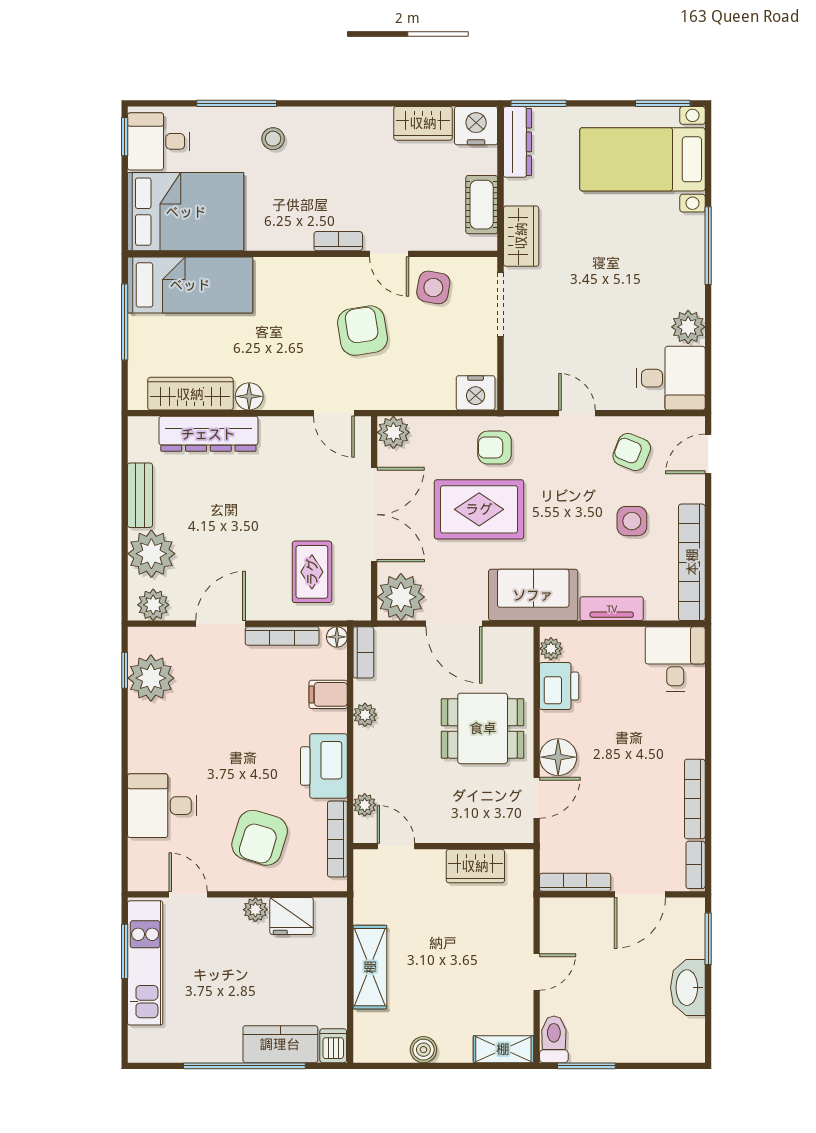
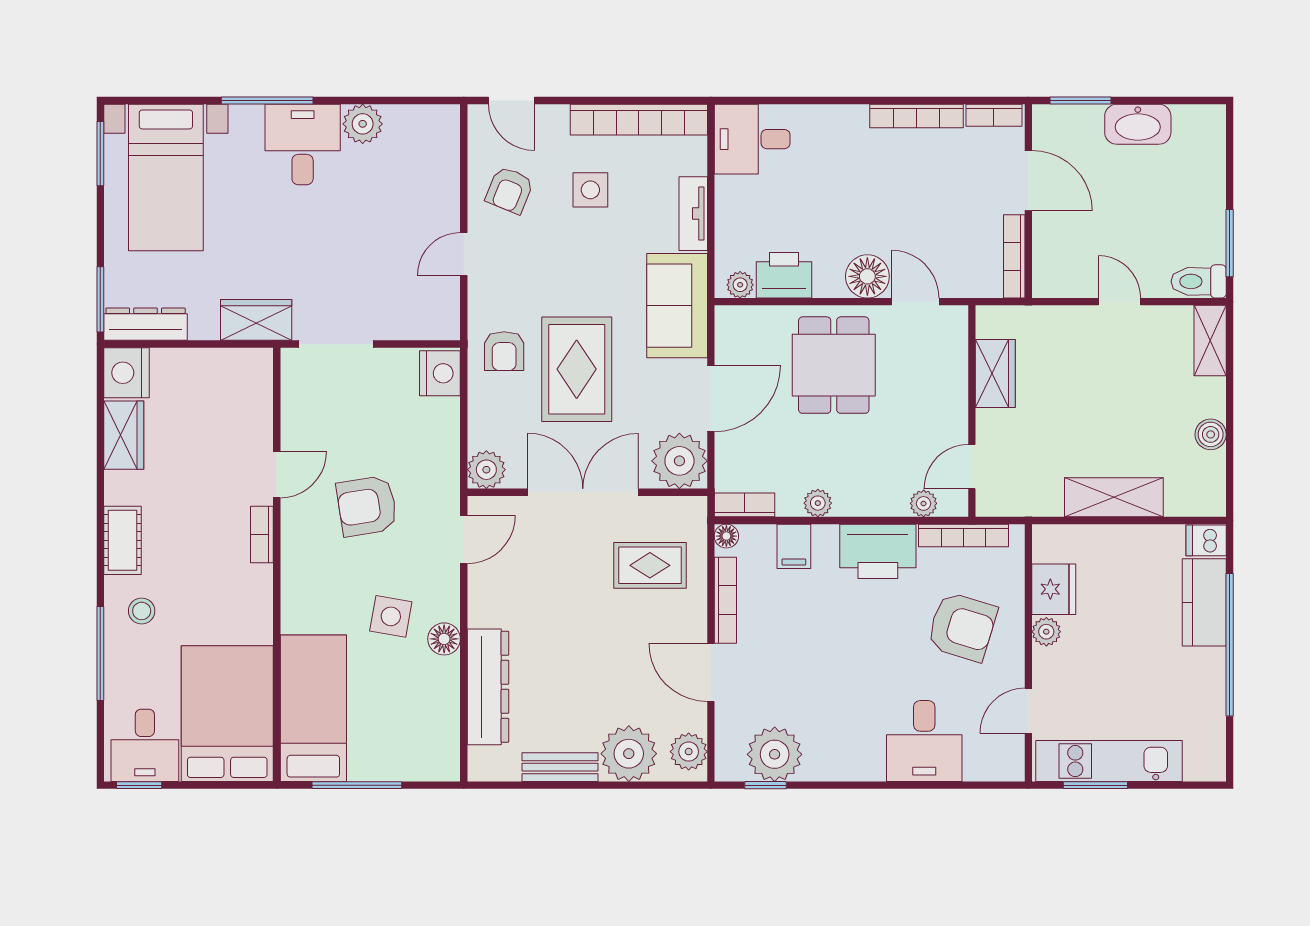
cot: (482, 205) -> (122, 540), moved, turned 90
side table: (433, 287) -> (391, 616), moved
desk: (671, 378) -> (303, 144), moved
wardrobe: (190, 394) -> (441, 708), removed

